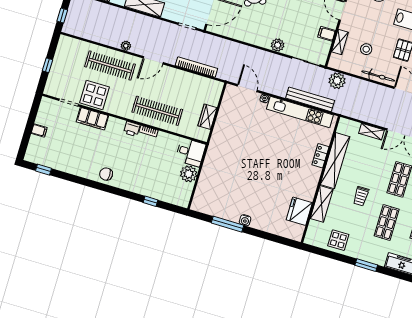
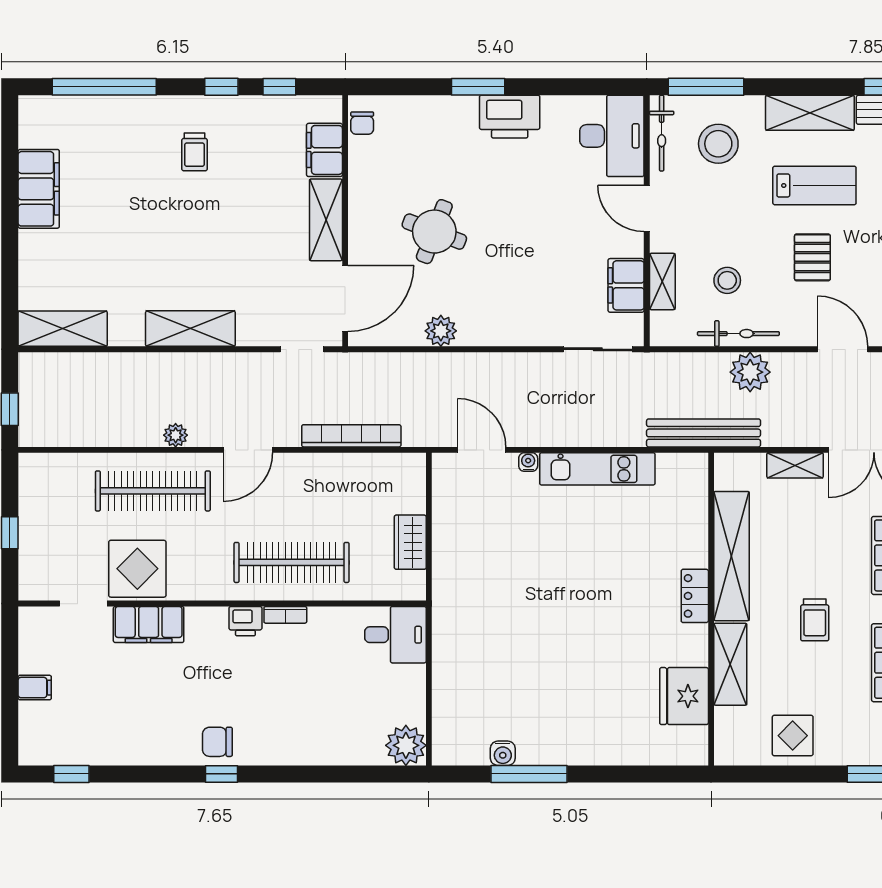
filing cabinet: (327, 34) -> (626, 285), width x2.00
plant: (278, 45) -> (441, 331), moved
bicycle: (378, 76) -> (738, 334), moved
plant: (337, 81) -> (750, 372), moved
bench: (310, 99) -> (704, 433), moved
kitchen unit: (300, 112) -> (597, 469), width x0.73
locker: (320, 156) -> (695, 596), moved
plant: (189, 174) -> (406, 745), moved
window: (150, 201) -> (221, 774), moved
water cooler: (245, 220) -> (503, 753), moved

